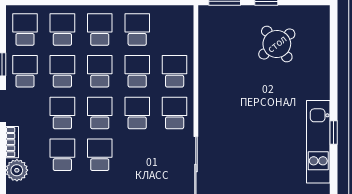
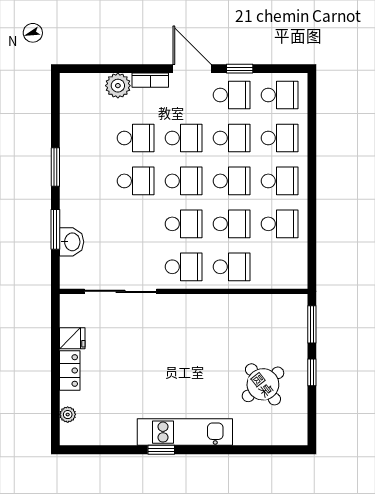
kitchen unit: (318, 142) -> (185, 432), moved

